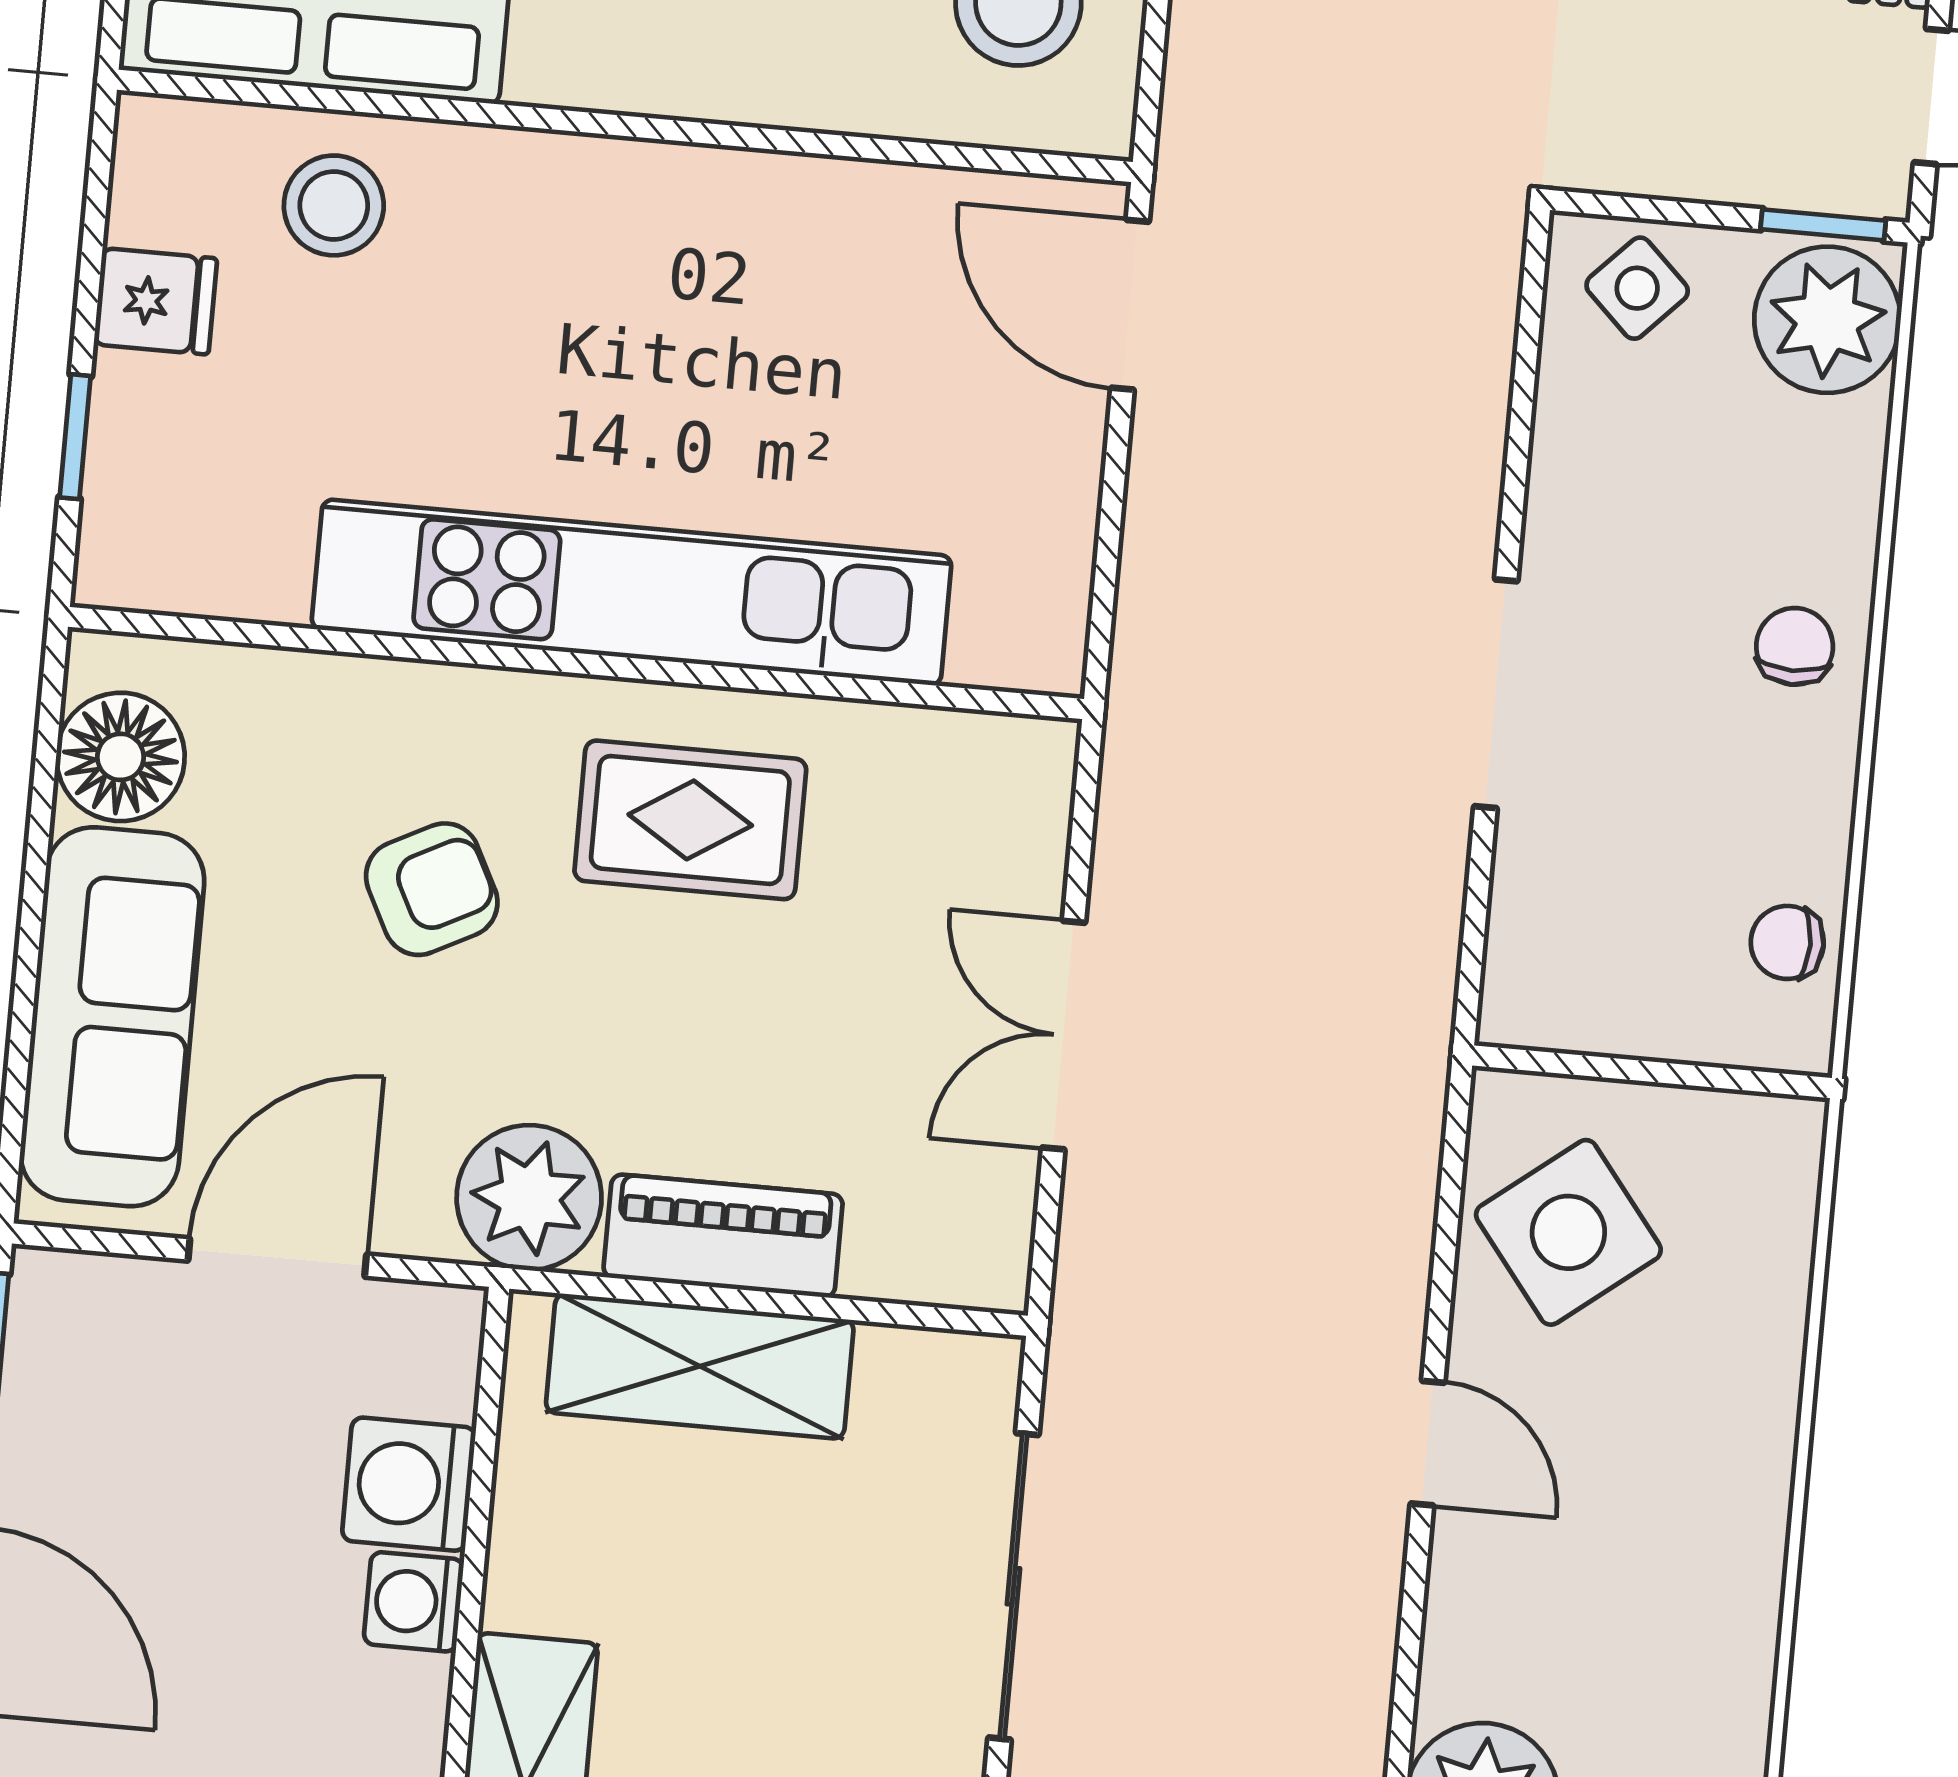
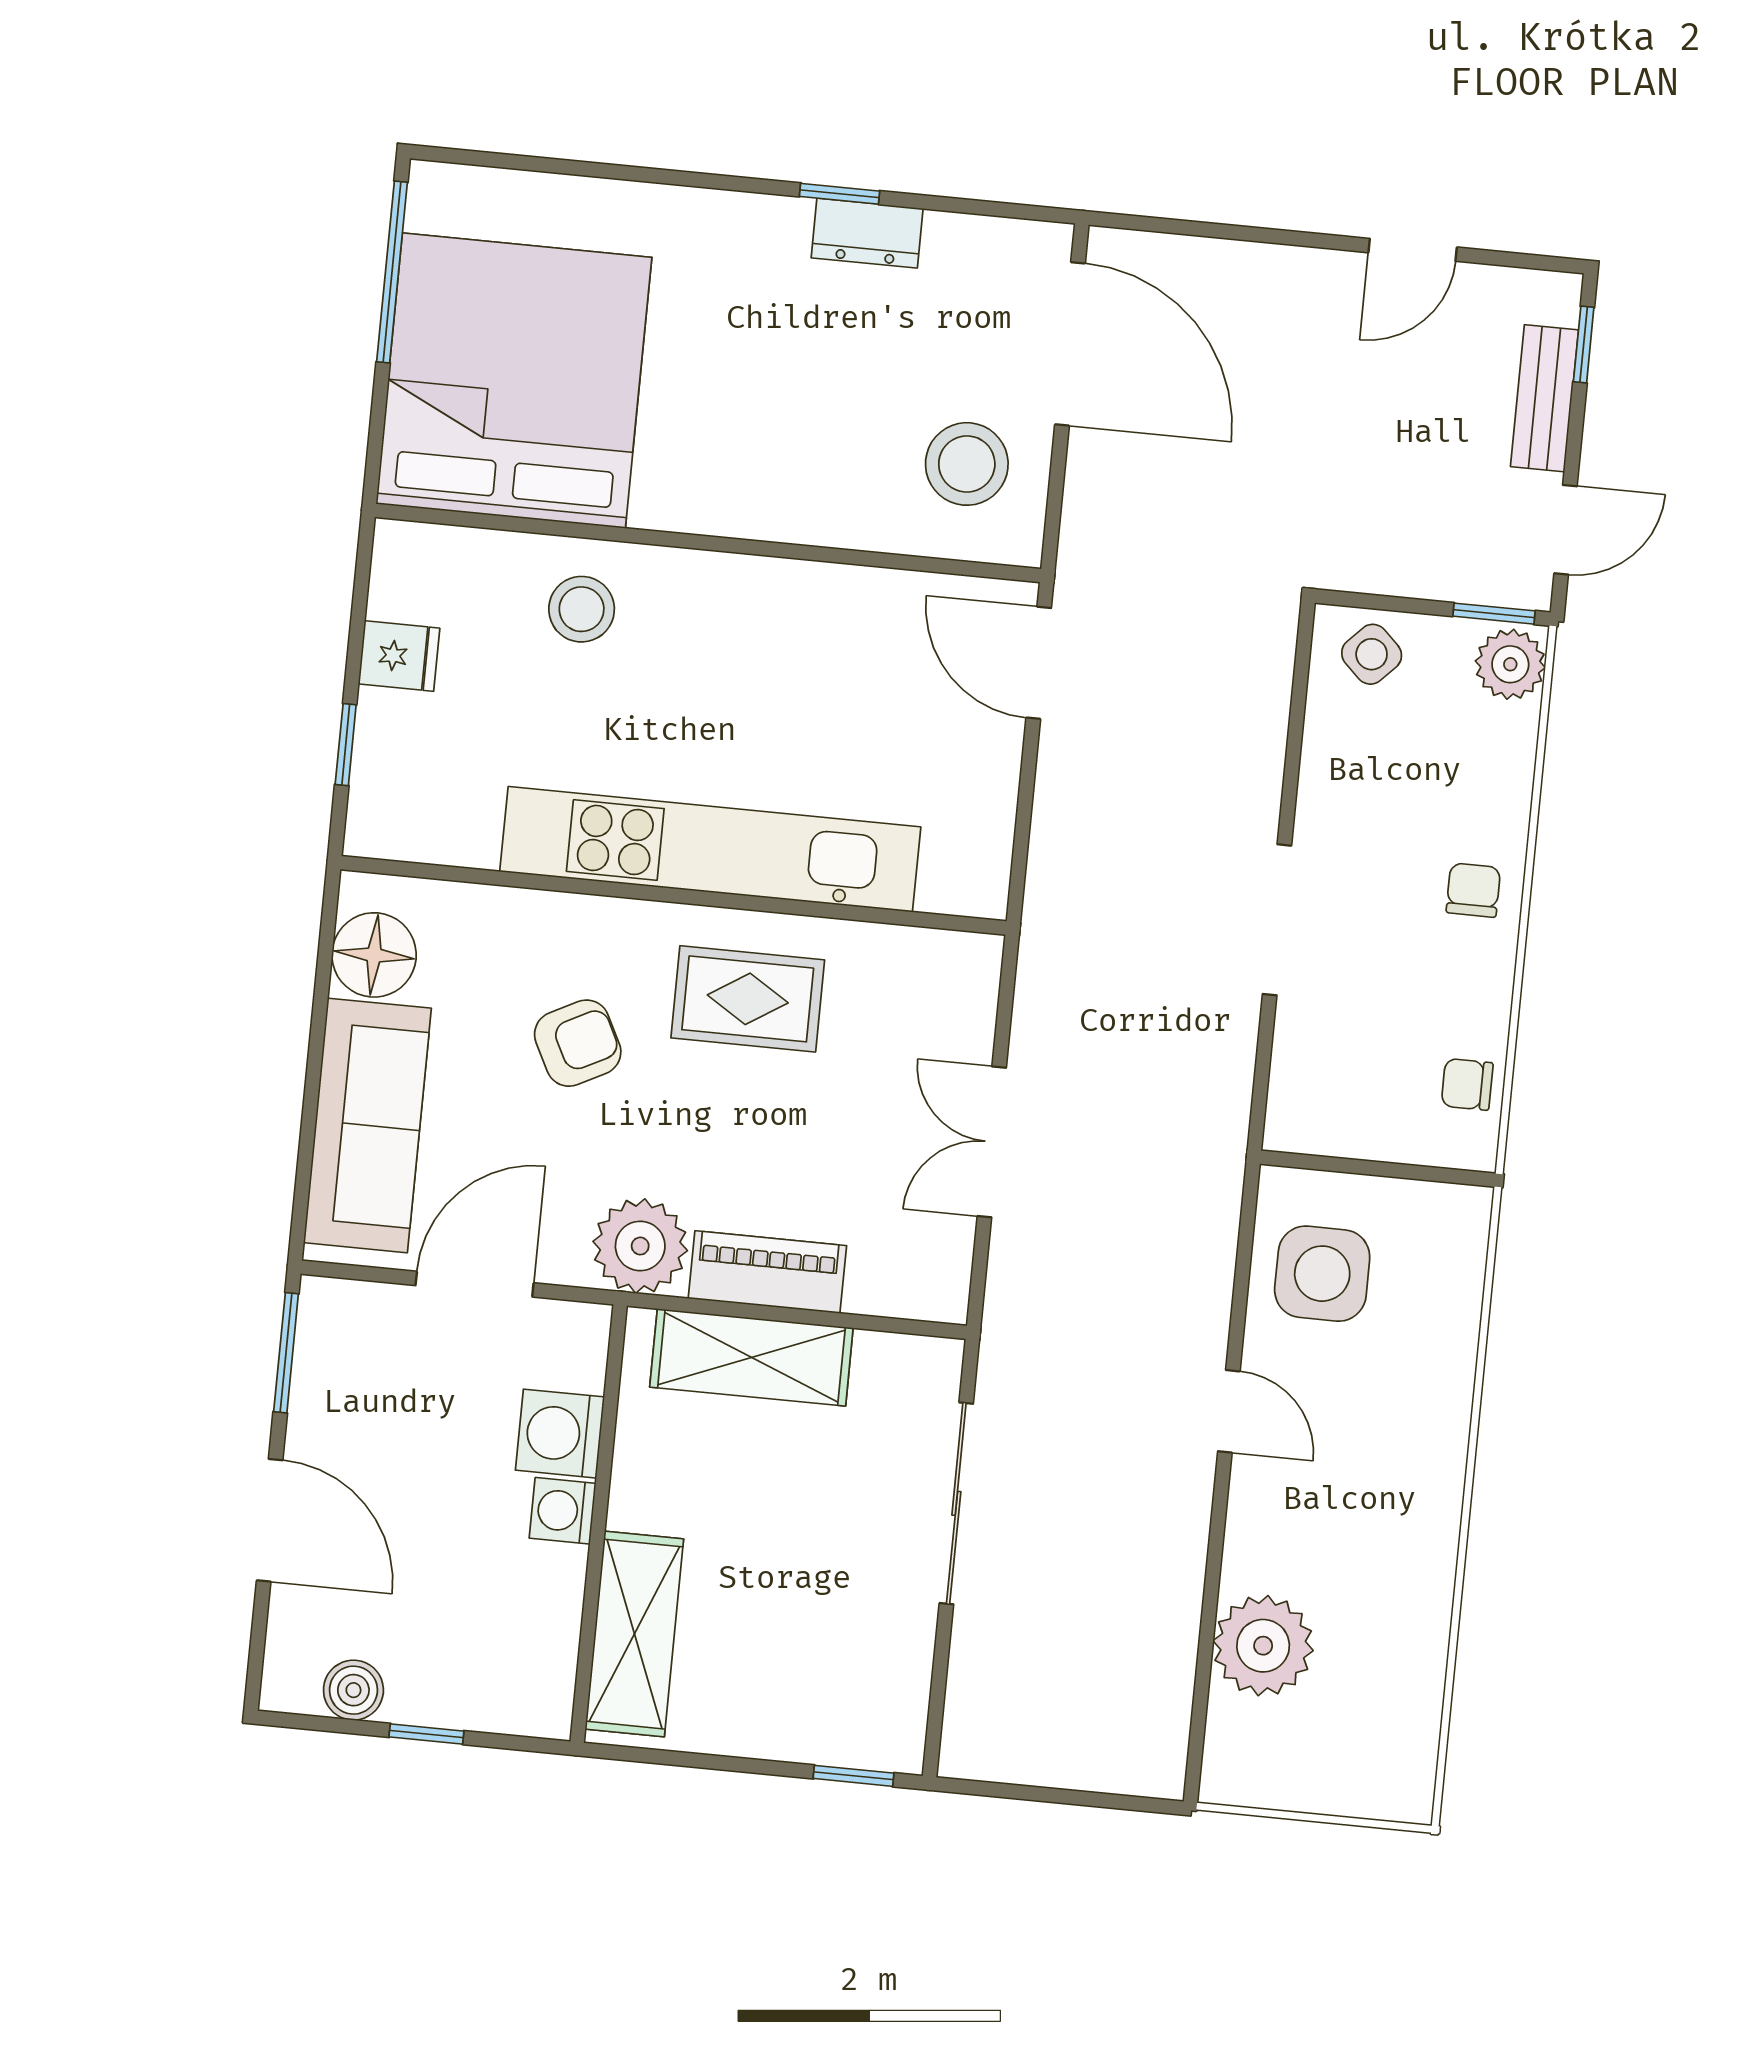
stool: (334, 205) -> (582, 609), moved
plant: (1827, 320) -> (1510, 664), width x0.73, depth x0.73
side table: (1568, 1232) -> (1322, 1274), turned 38

